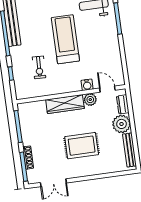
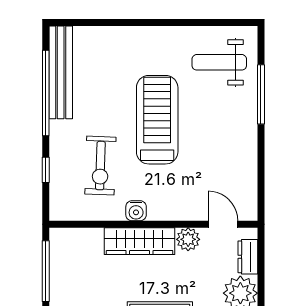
exercise bike: (39, 67) -> (100, 166), width x1.38, depth x1.39
water cooler: (87, 85) -> (136, 211), moved

